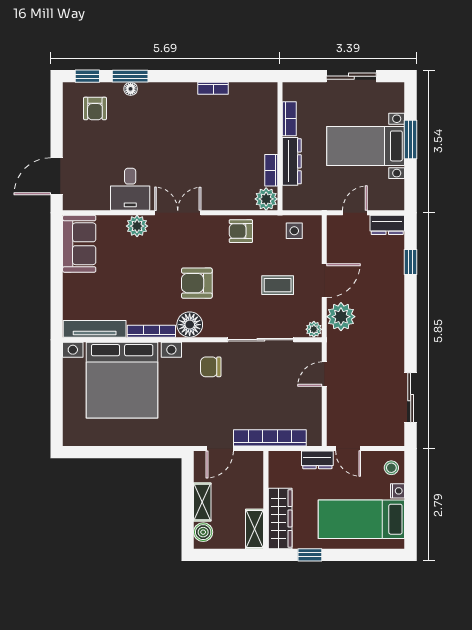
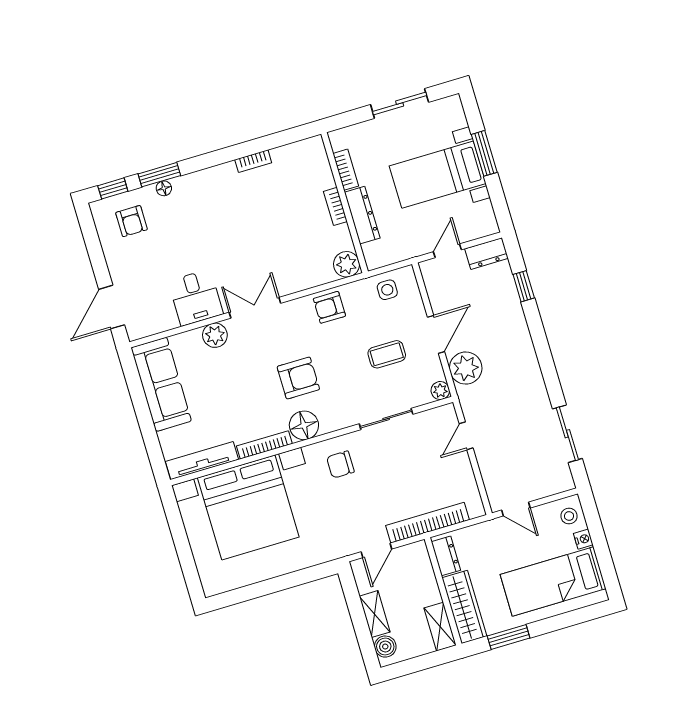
bookcase: (271, 170) -> (335, 206), moved
sofa: (79, 244) -> (161, 384), width x1.36
armchair: (197, 283) -> (298, 378), turned 180
sliding door: (261, 340) -> (386, 419), width x0.73
dresser: (317, 460) -> (446, 556), moved, turned -90
window: (310, 555) -> (509, 637), width x1.50

